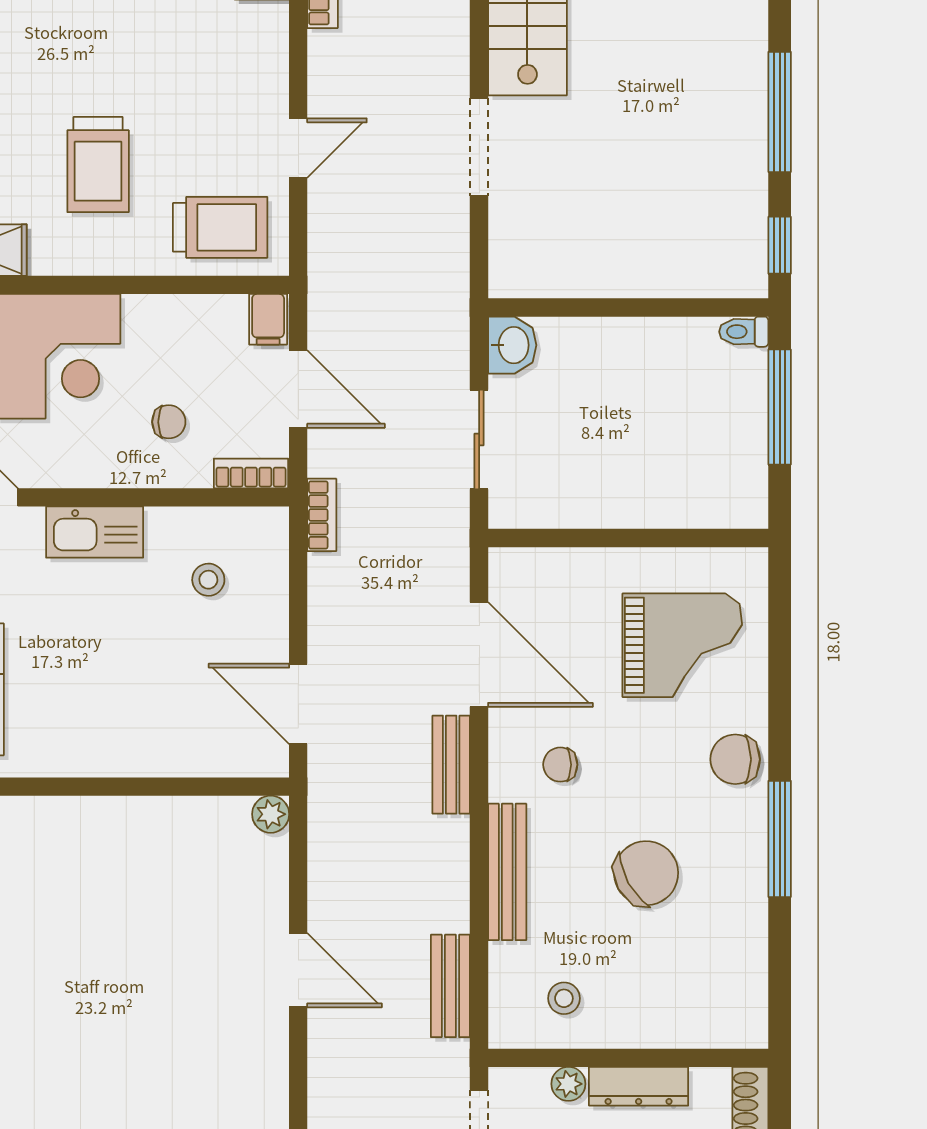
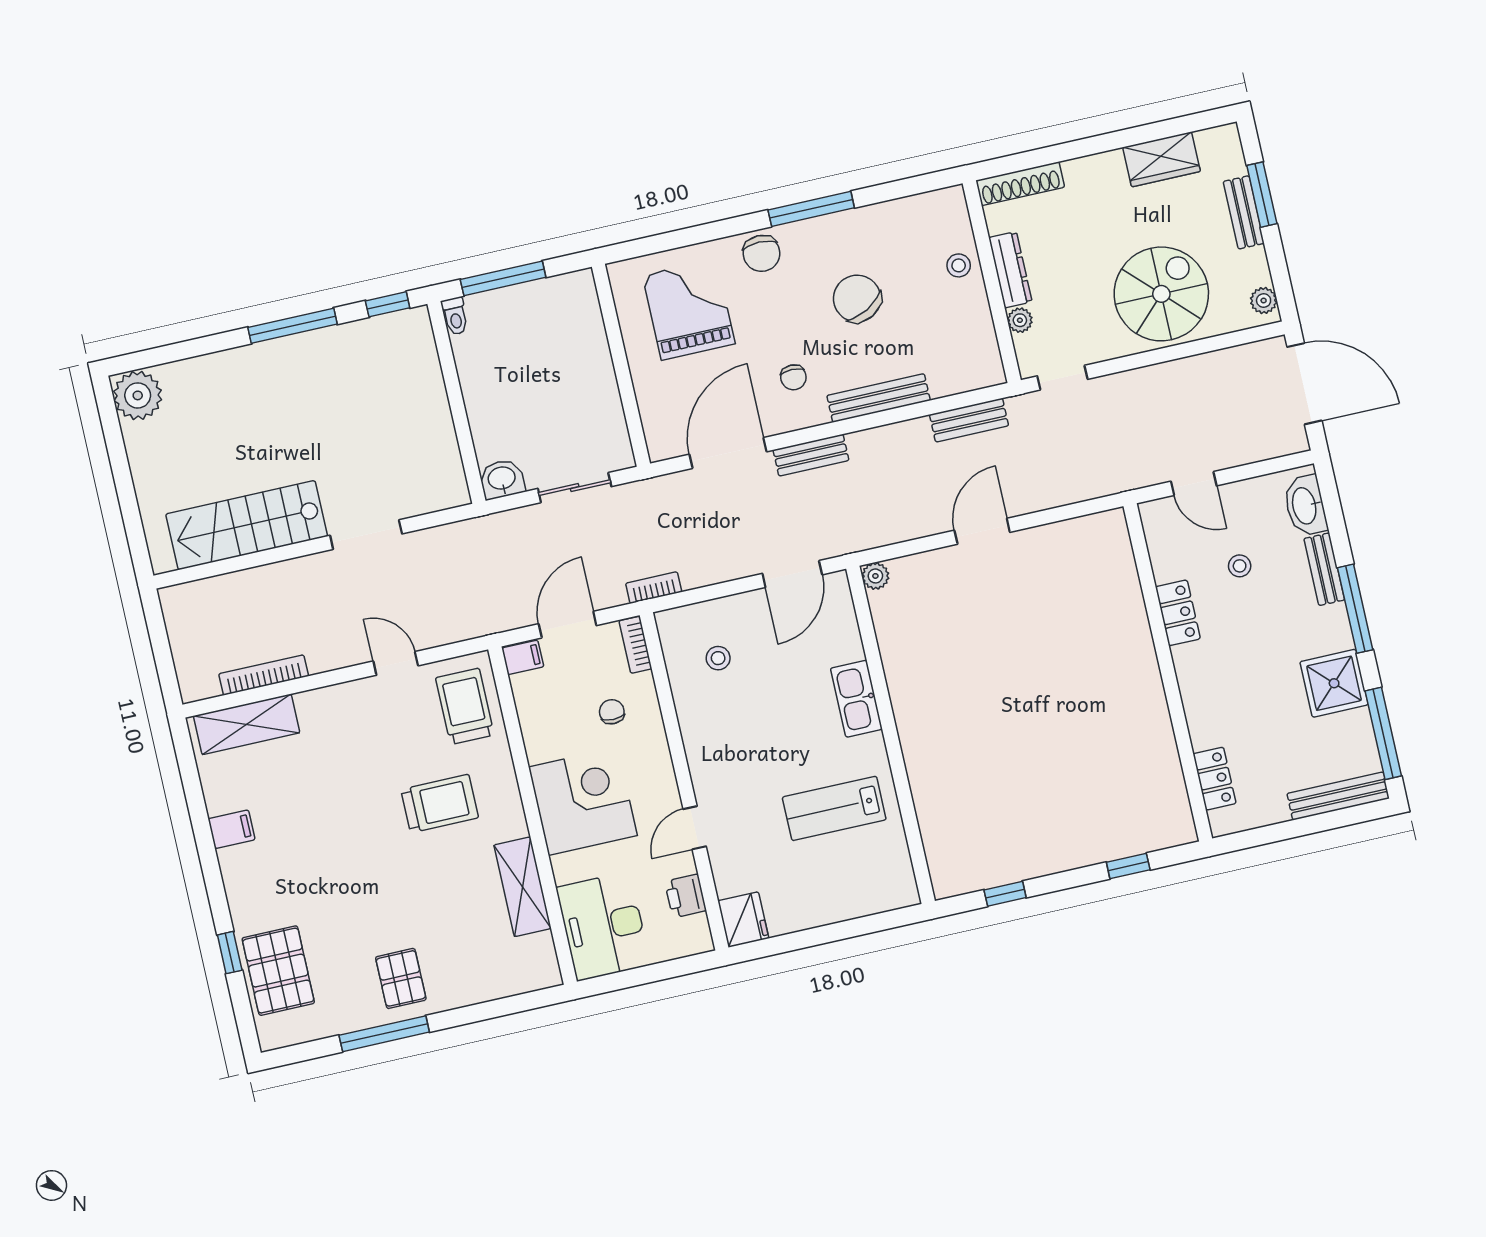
kitchen sink: (95, 532) -> (856, 699), moved, turned 180
stool: (564, 998) -> (959, 265), moved

